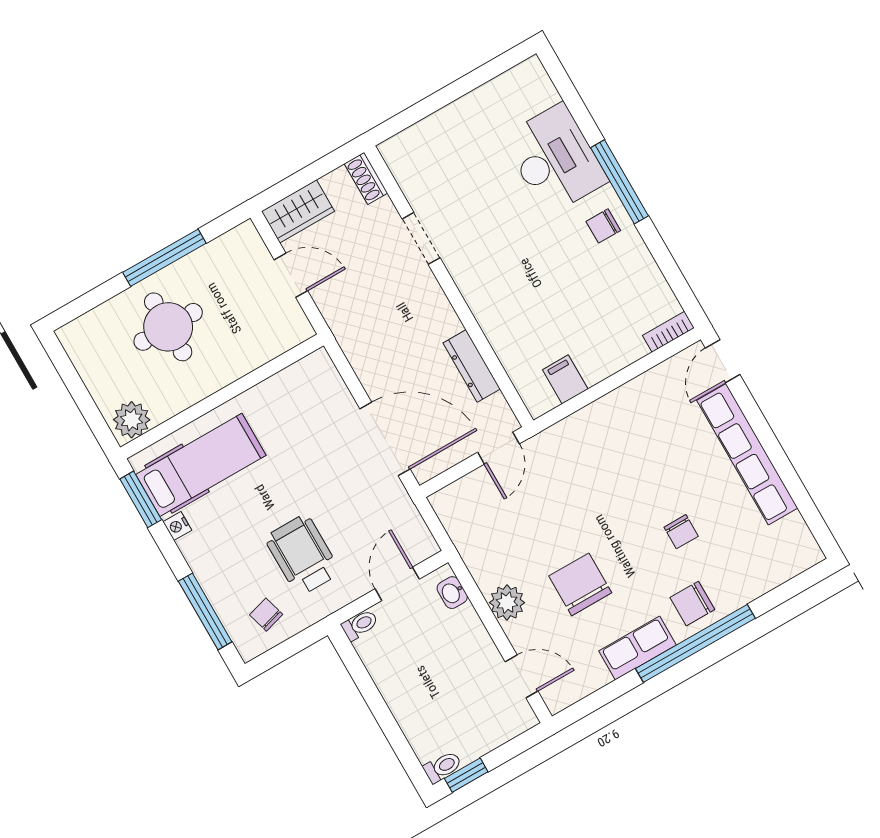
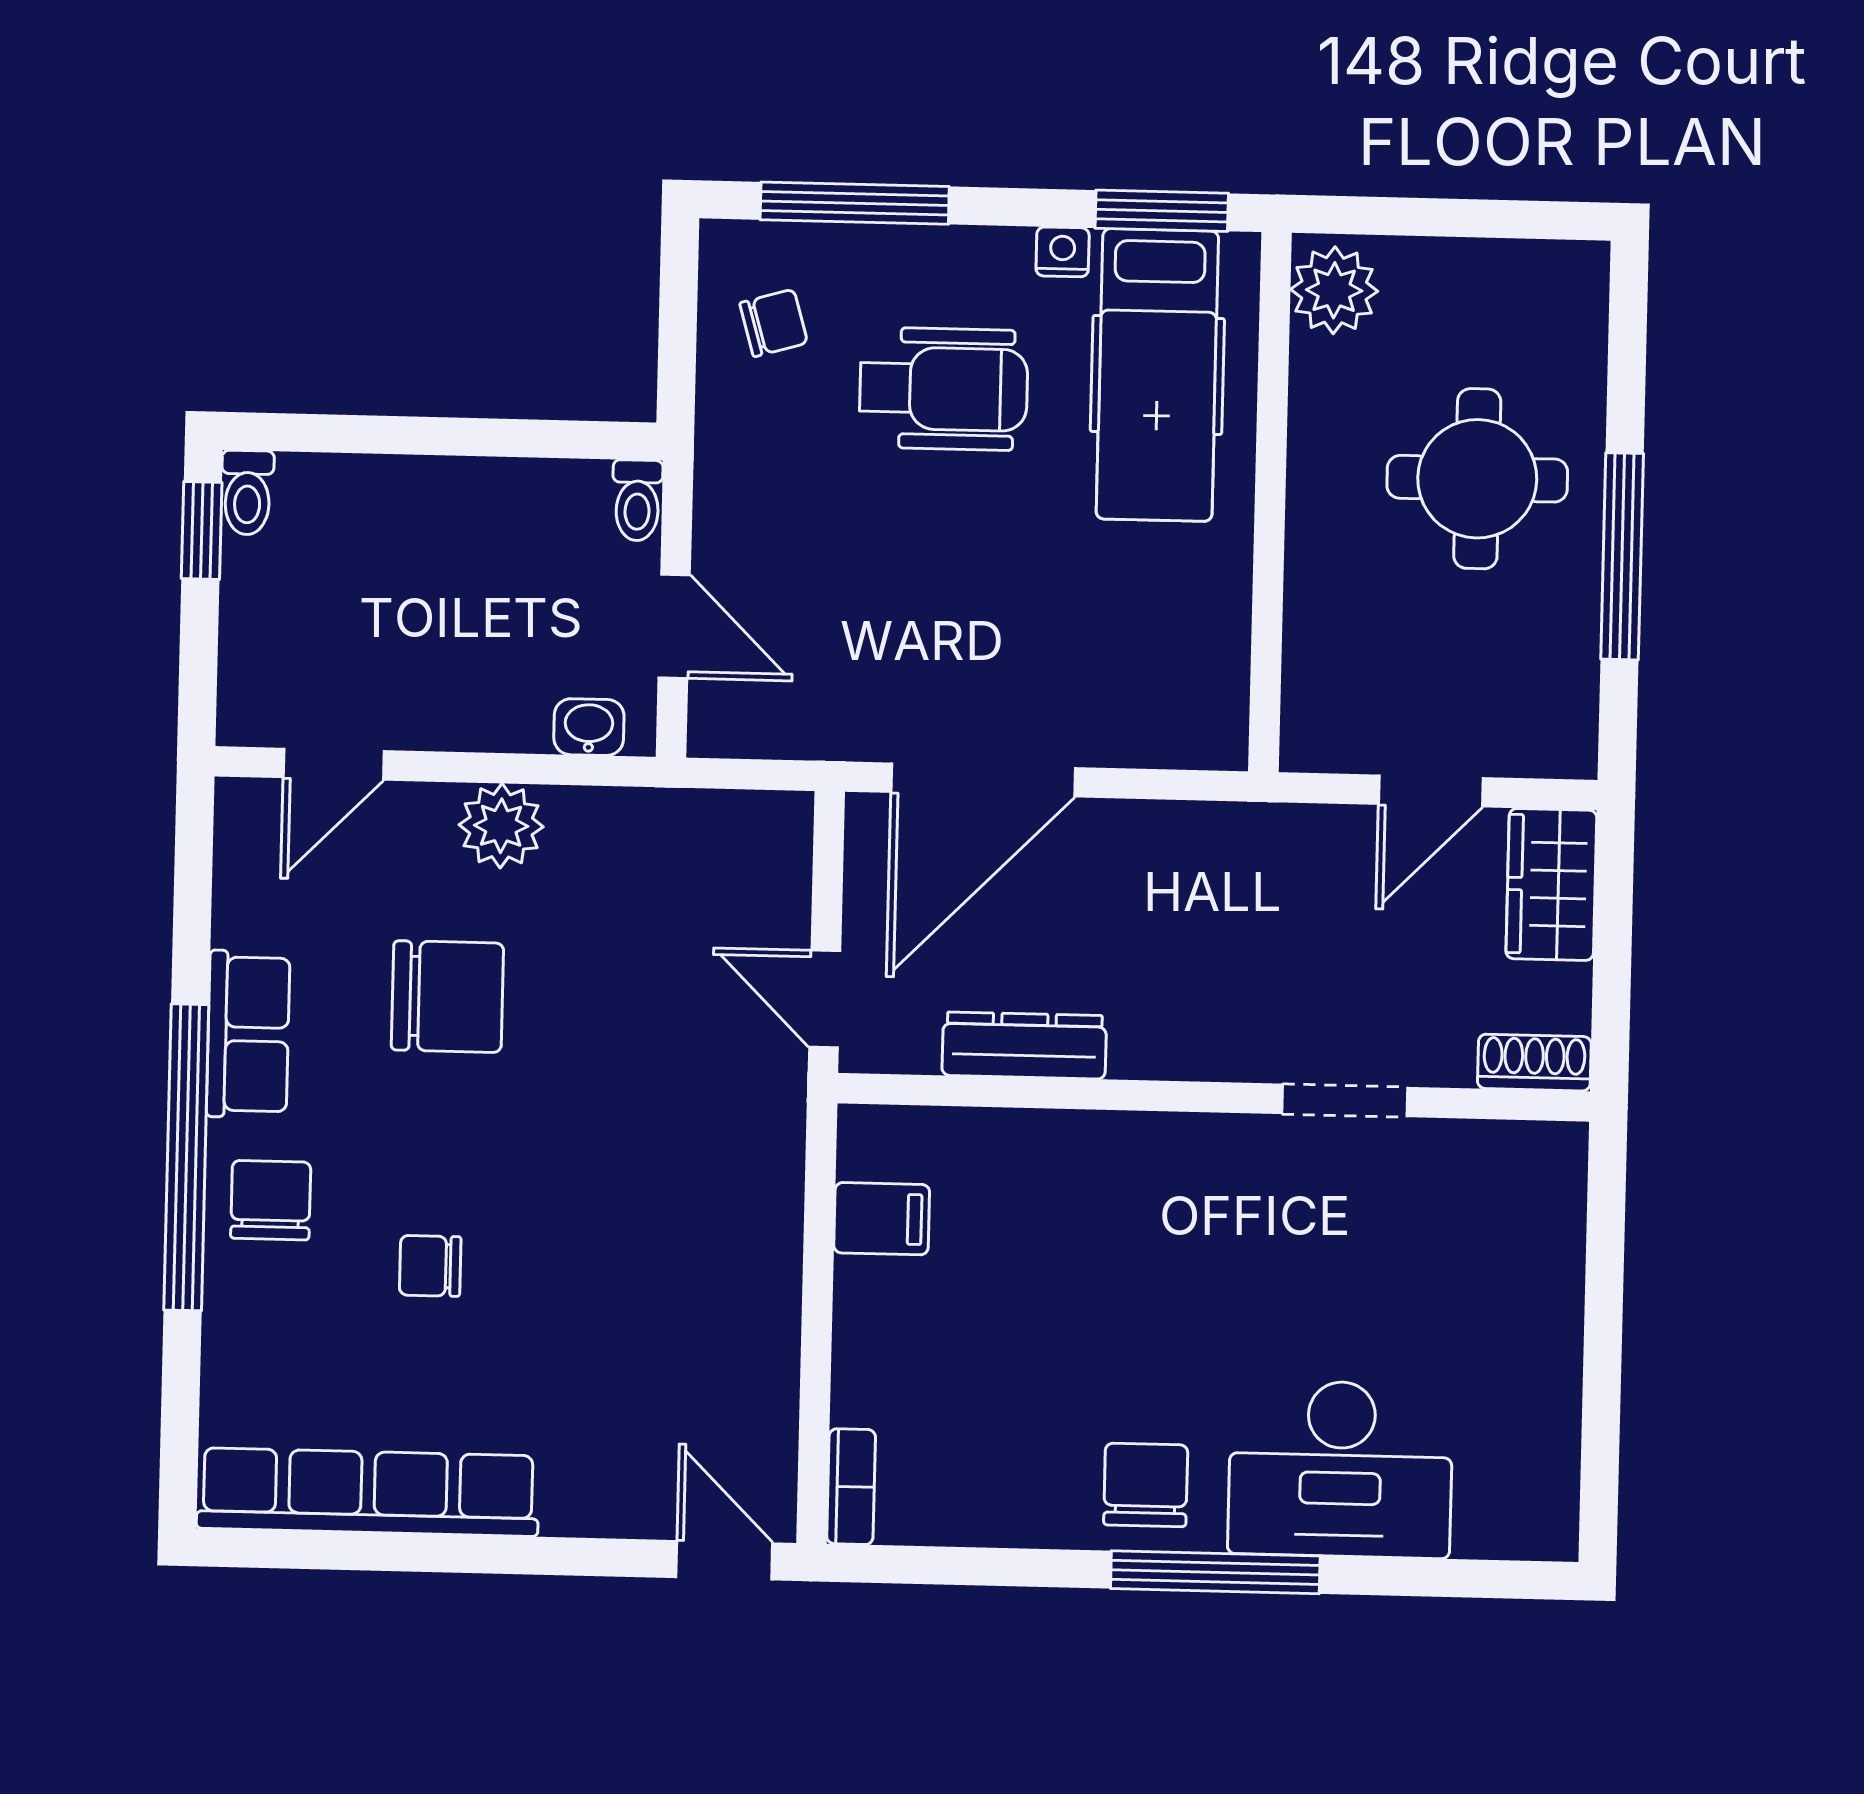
chair: (603, 226) -> (1146, 1485), width x1.37, depth x1.37
row of seats: (747, 454) -> (368, 1492), moved
wheelchair: (302, 555) -> (944, 389), moved

